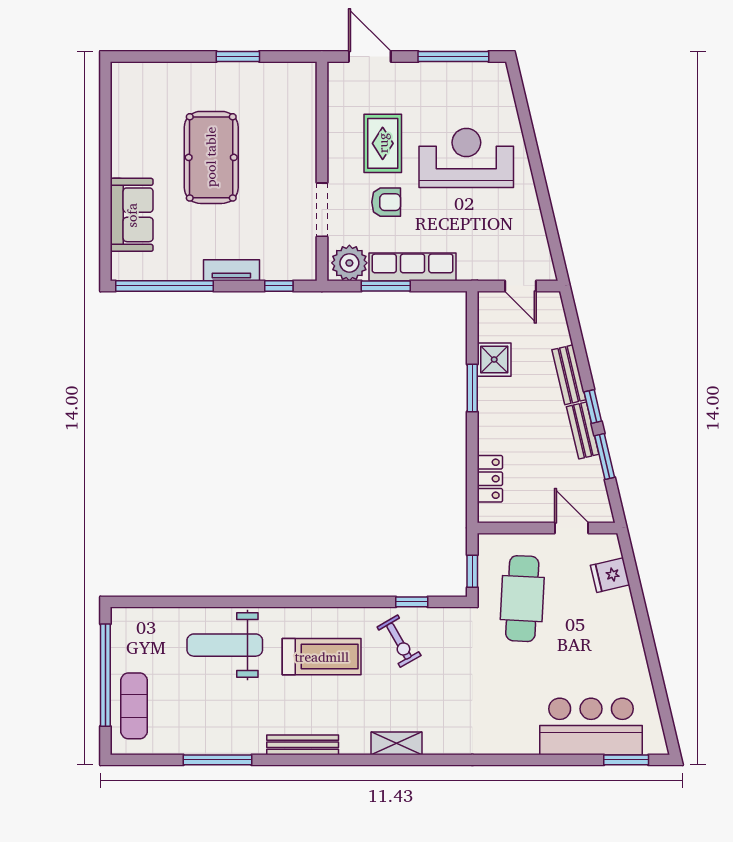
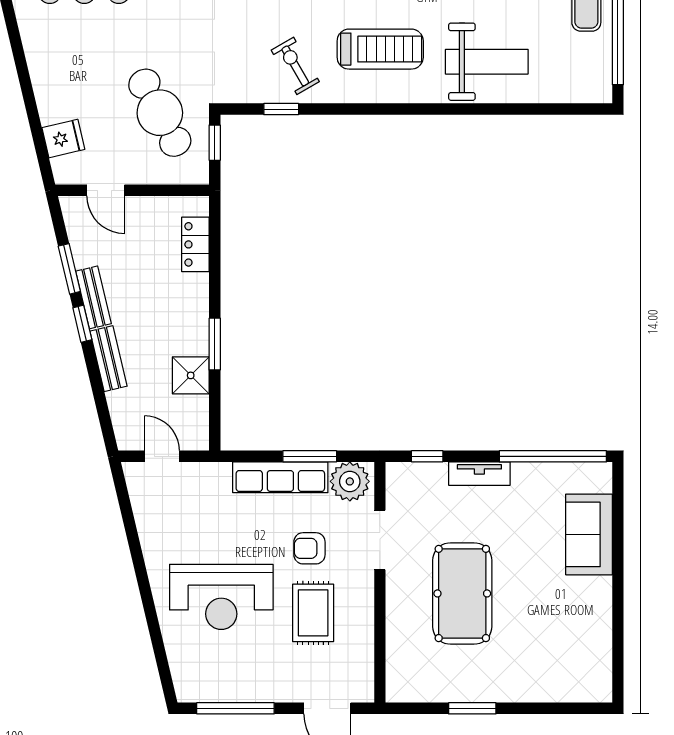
pool table: (211, 157) -> (462, 593), moved
cafe table: (522, 599) -> (160, 113), turned -31
treadmill: (322, 657) -> (380, 49), turned 180

